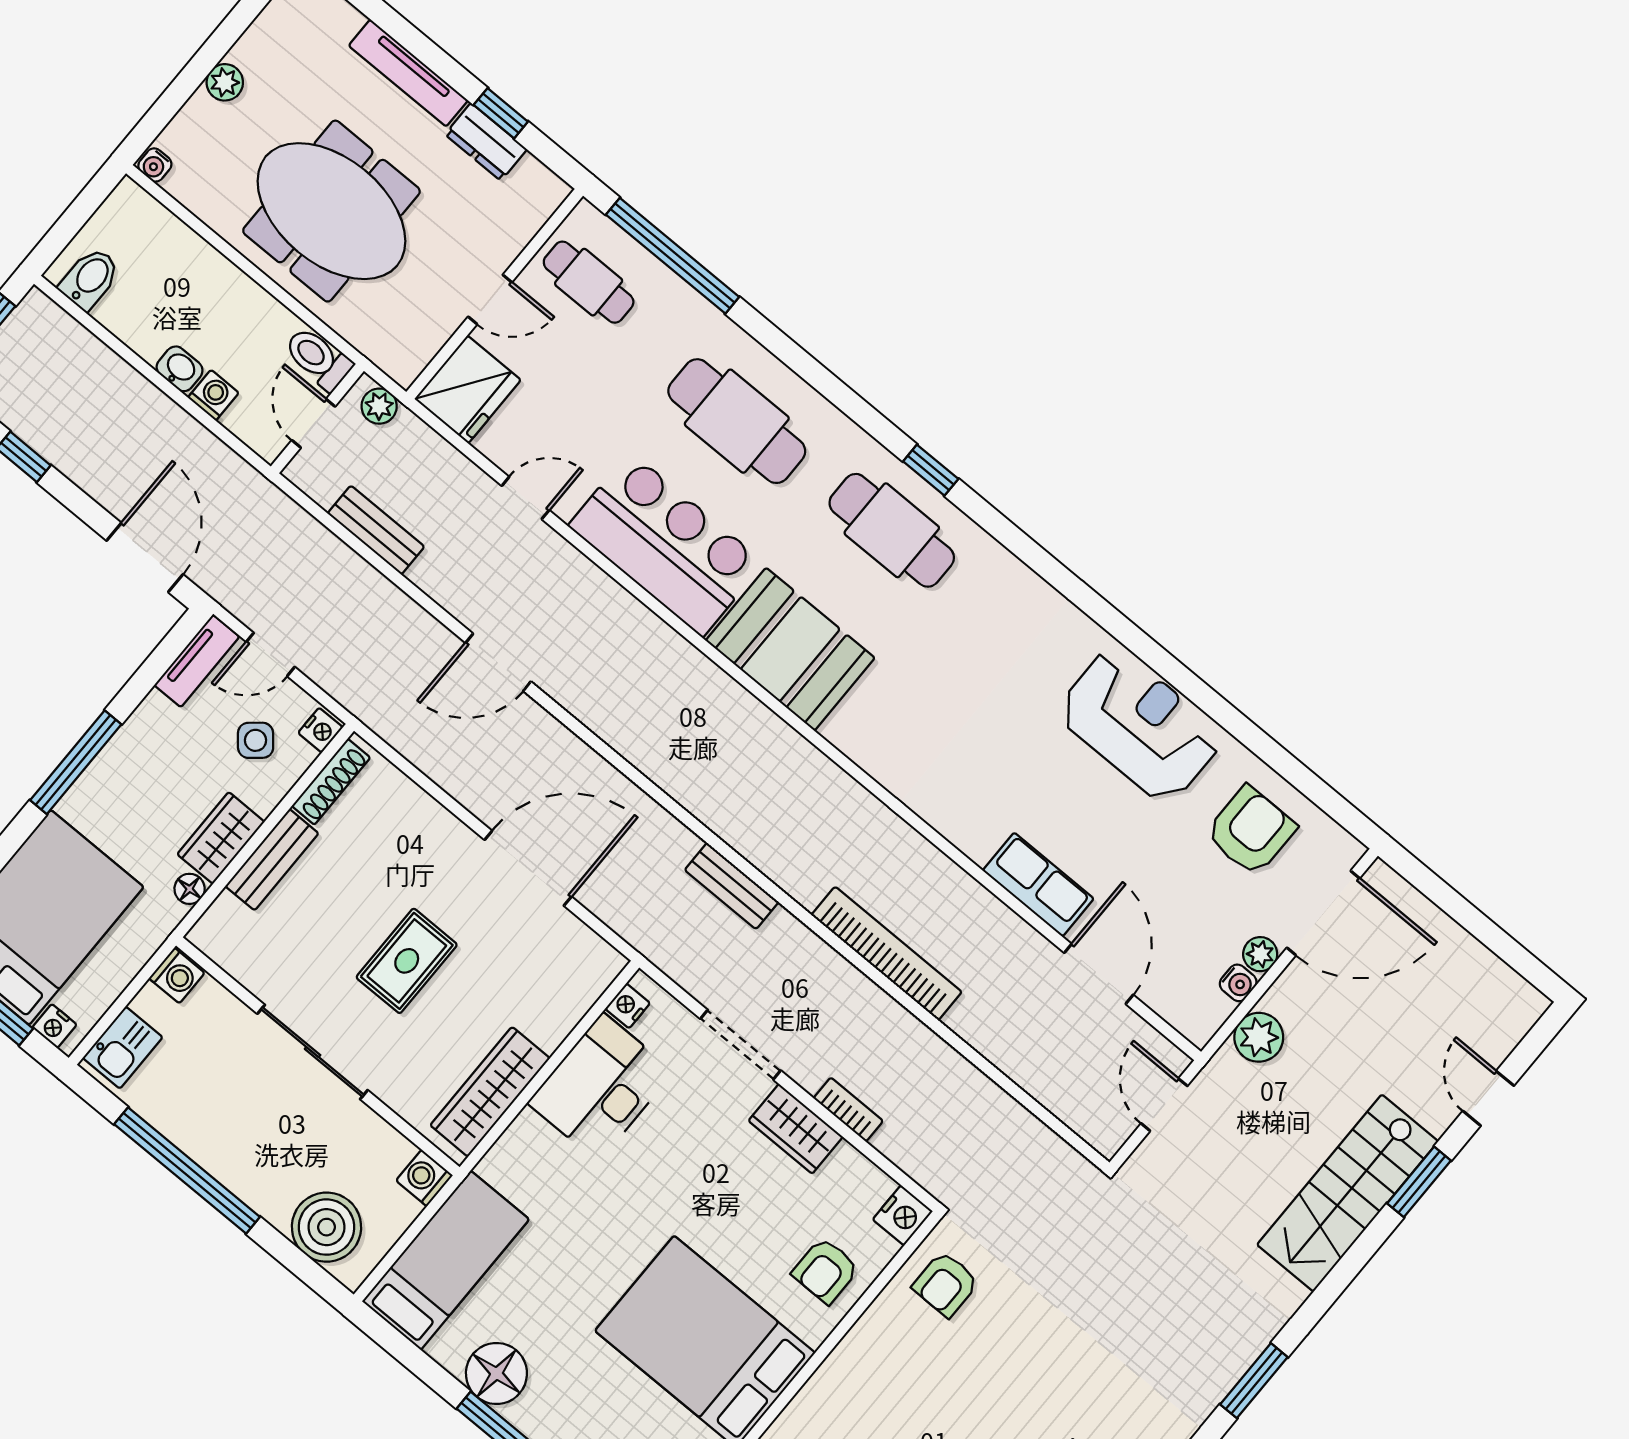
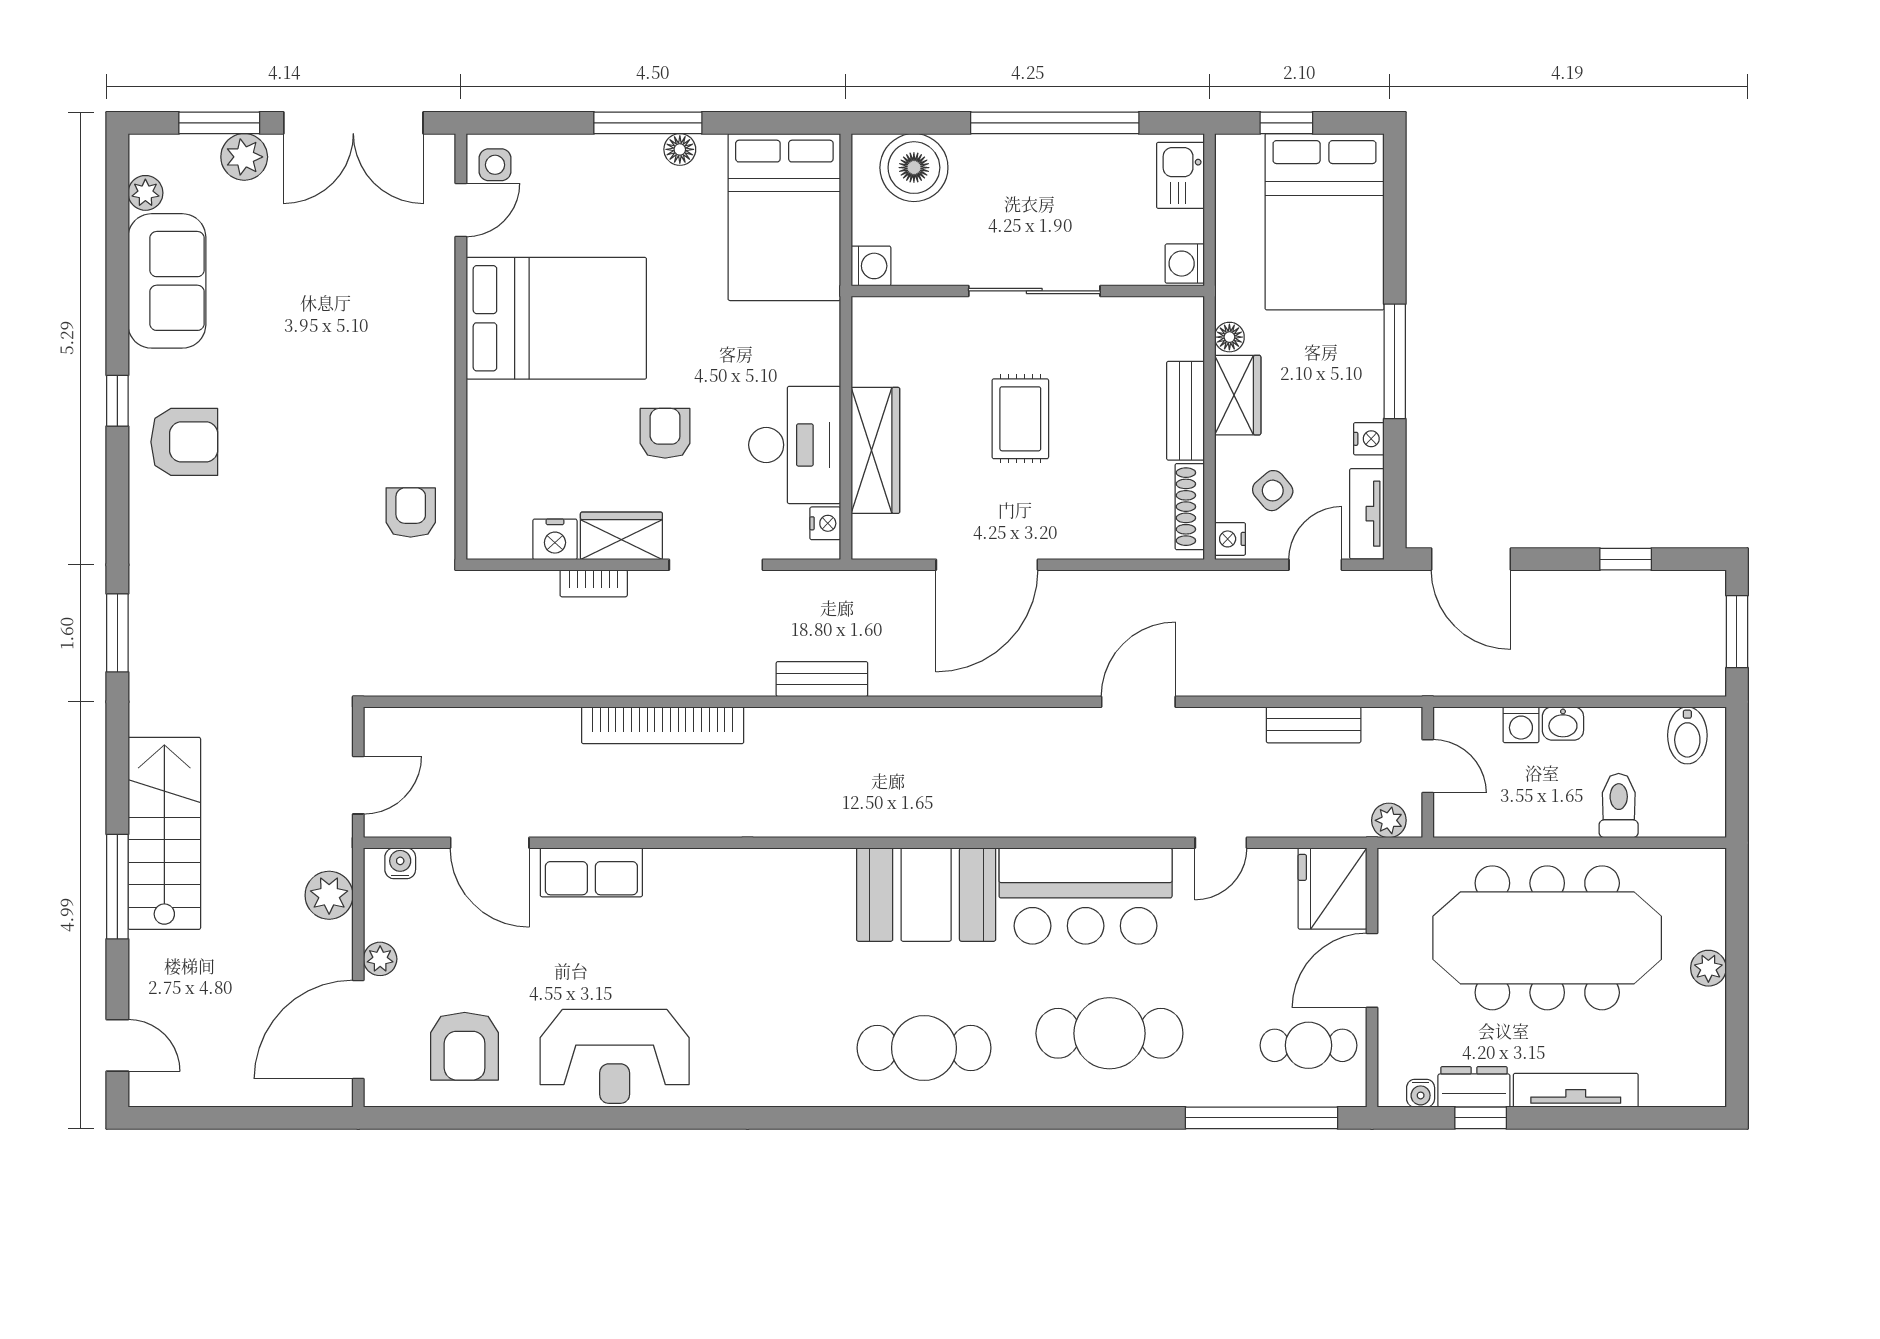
water cooler: (155, 165) -> (1421, 1093), moved, turned 180
meeting table: (331, 211) -> (1547, 938), width x1.36
door: (490, 300) -> (1372, 970), width x1.38
toilet: (318, 358) -> (1619, 806), moved, turned -90
window: (931, 470) -> (932, 1118), removed
water cooler: (1238, 983) -> (400, 863), moved, turned 90
nightstand: (54, 1026) -> (1369, 439), moved, turned 90
wardrobe: (490, 1092) -> (875, 450), moved
door: (1488, 1098) -> (117, 1045), moved
door: (1164, 1105) -> (358, 785), hinge flipped
window: (1419, 1182) -> (117, 887), width x1.44
nightstand: (903, 1215) -> (555, 539), moved, turned -90
bed: (446, 1260) -> (784, 217), width x1.50
armchair: (826, 1271) -> (665, 433), moved
floor lamp: (496, 1373) -> (680, 149), width x0.53, depth x0.53

